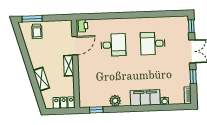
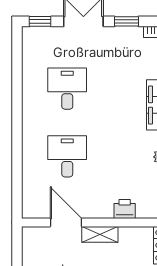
printer: (82, 26) -> (125, 209), moved
desk: (153, 44) -> (67, 89), turned 180

